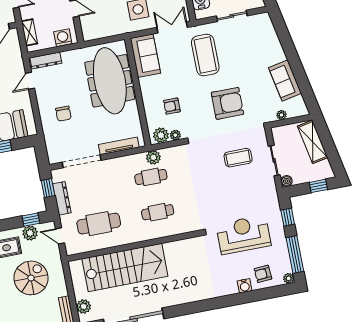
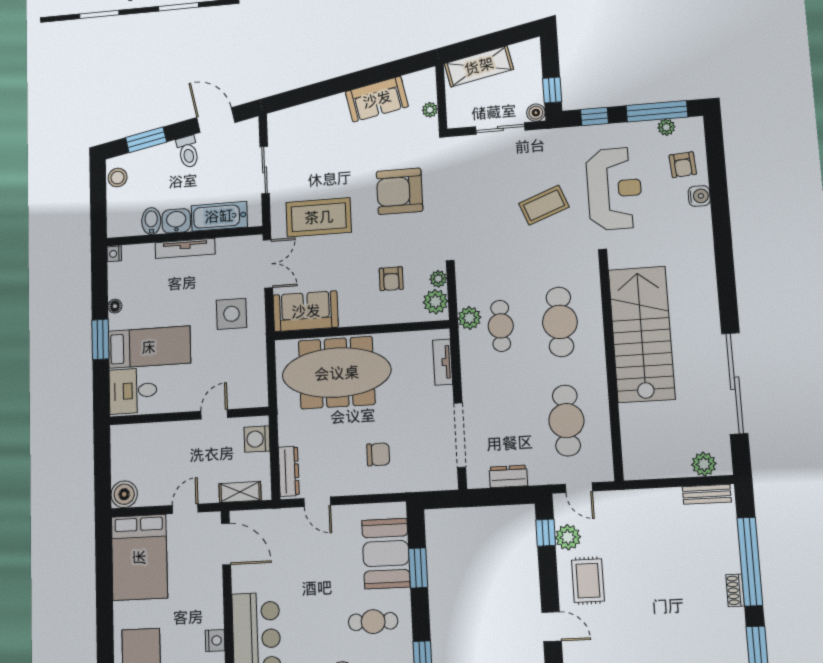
double door: (172, 27) -> (268, 264), swing flipped
armchair: (227, 103) -> (400, 191), turned -90
tv unit: (119, 146) -> (443, 362), width x0.71
coffee table: (238, 158) -> (544, 205), moved, turned 69
window: (318, 186) -> (552, 90), moved
window: (48, 188) -> (496, 497), removed
dresser: (62, 198) -> (508, 476), width x0.70
cafe table: (158, 212) -> (560, 322), width x1.37, depth x1.35
reception desk: (244, 235) -> (614, 189), turned 180
door: (60, 236) -> (579, 488), hinge flipped
stairs: (125, 268) -> (642, 334), moved
spiral stairs: (31, 278) -> (645, 546), removed
plant: (289, 278) -> (666, 127), moved

